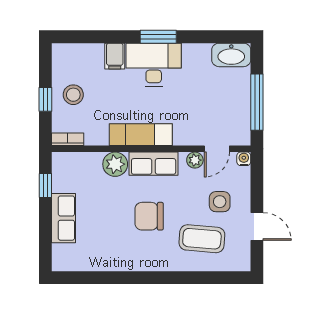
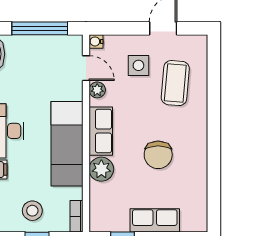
exam couch: (141, 135) -> (67, 144), width x1.36, depth x1.45
chair: (149, 216) -> (158, 155), moved

